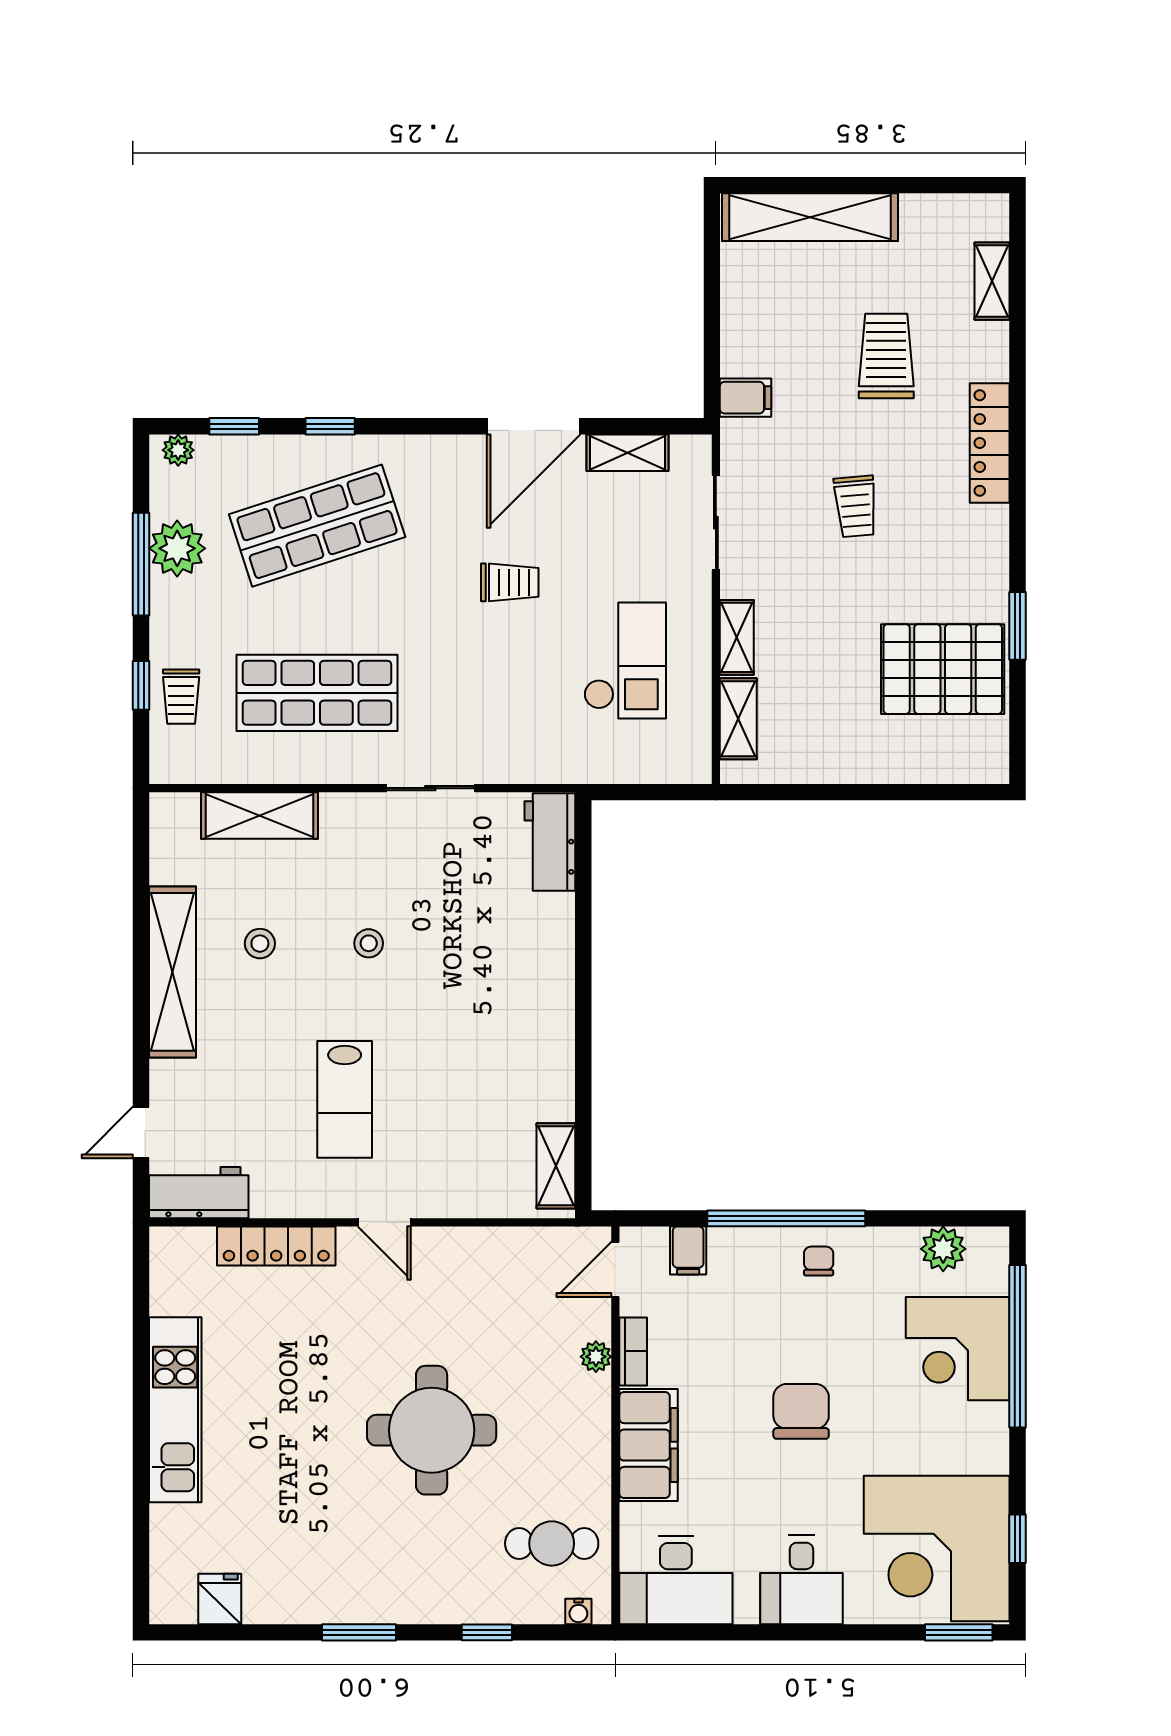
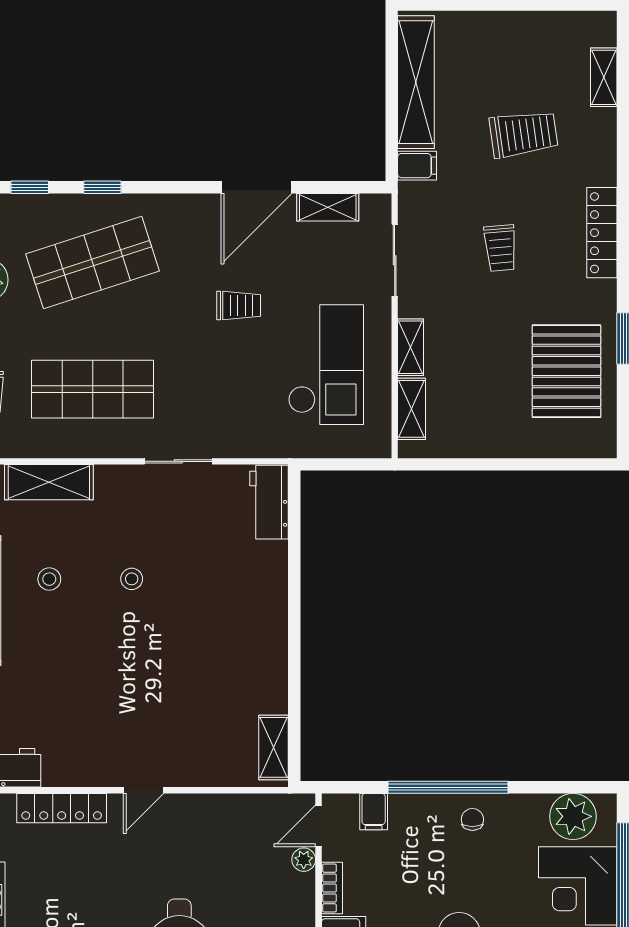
shelving: (810, 217) -> (416, 82), moved, turned 90
trolley: (886, 356) -> (524, 134), turned 82
locker: (990, 443) -> (602, 233), moved
checkout: (625, 661) -> (326, 365), width x1.36, depth x1.21
pallet: (943, 669) -> (566, 371), turned 90
lab bench: (345, 1099) -> (113, 697), removed
door: (384, 1222) -> (143, 790), hinge flipped
plant: (943, 1249) -> (573, 816), width x1.36, depth x1.36
plant: (596, 1357) -> (304, 860), moved

